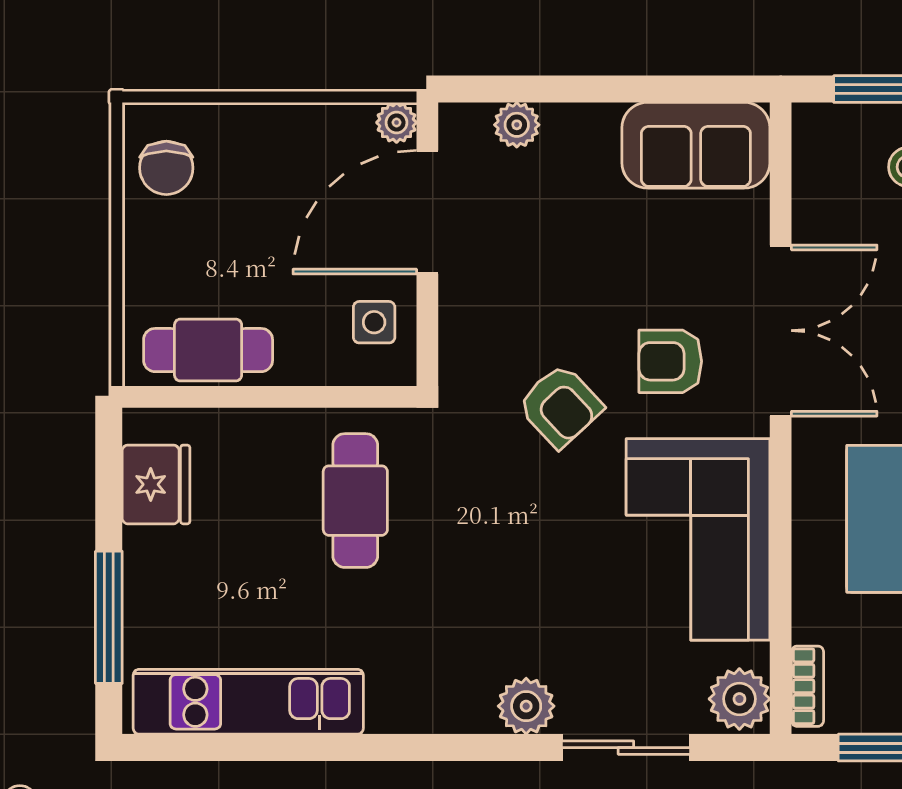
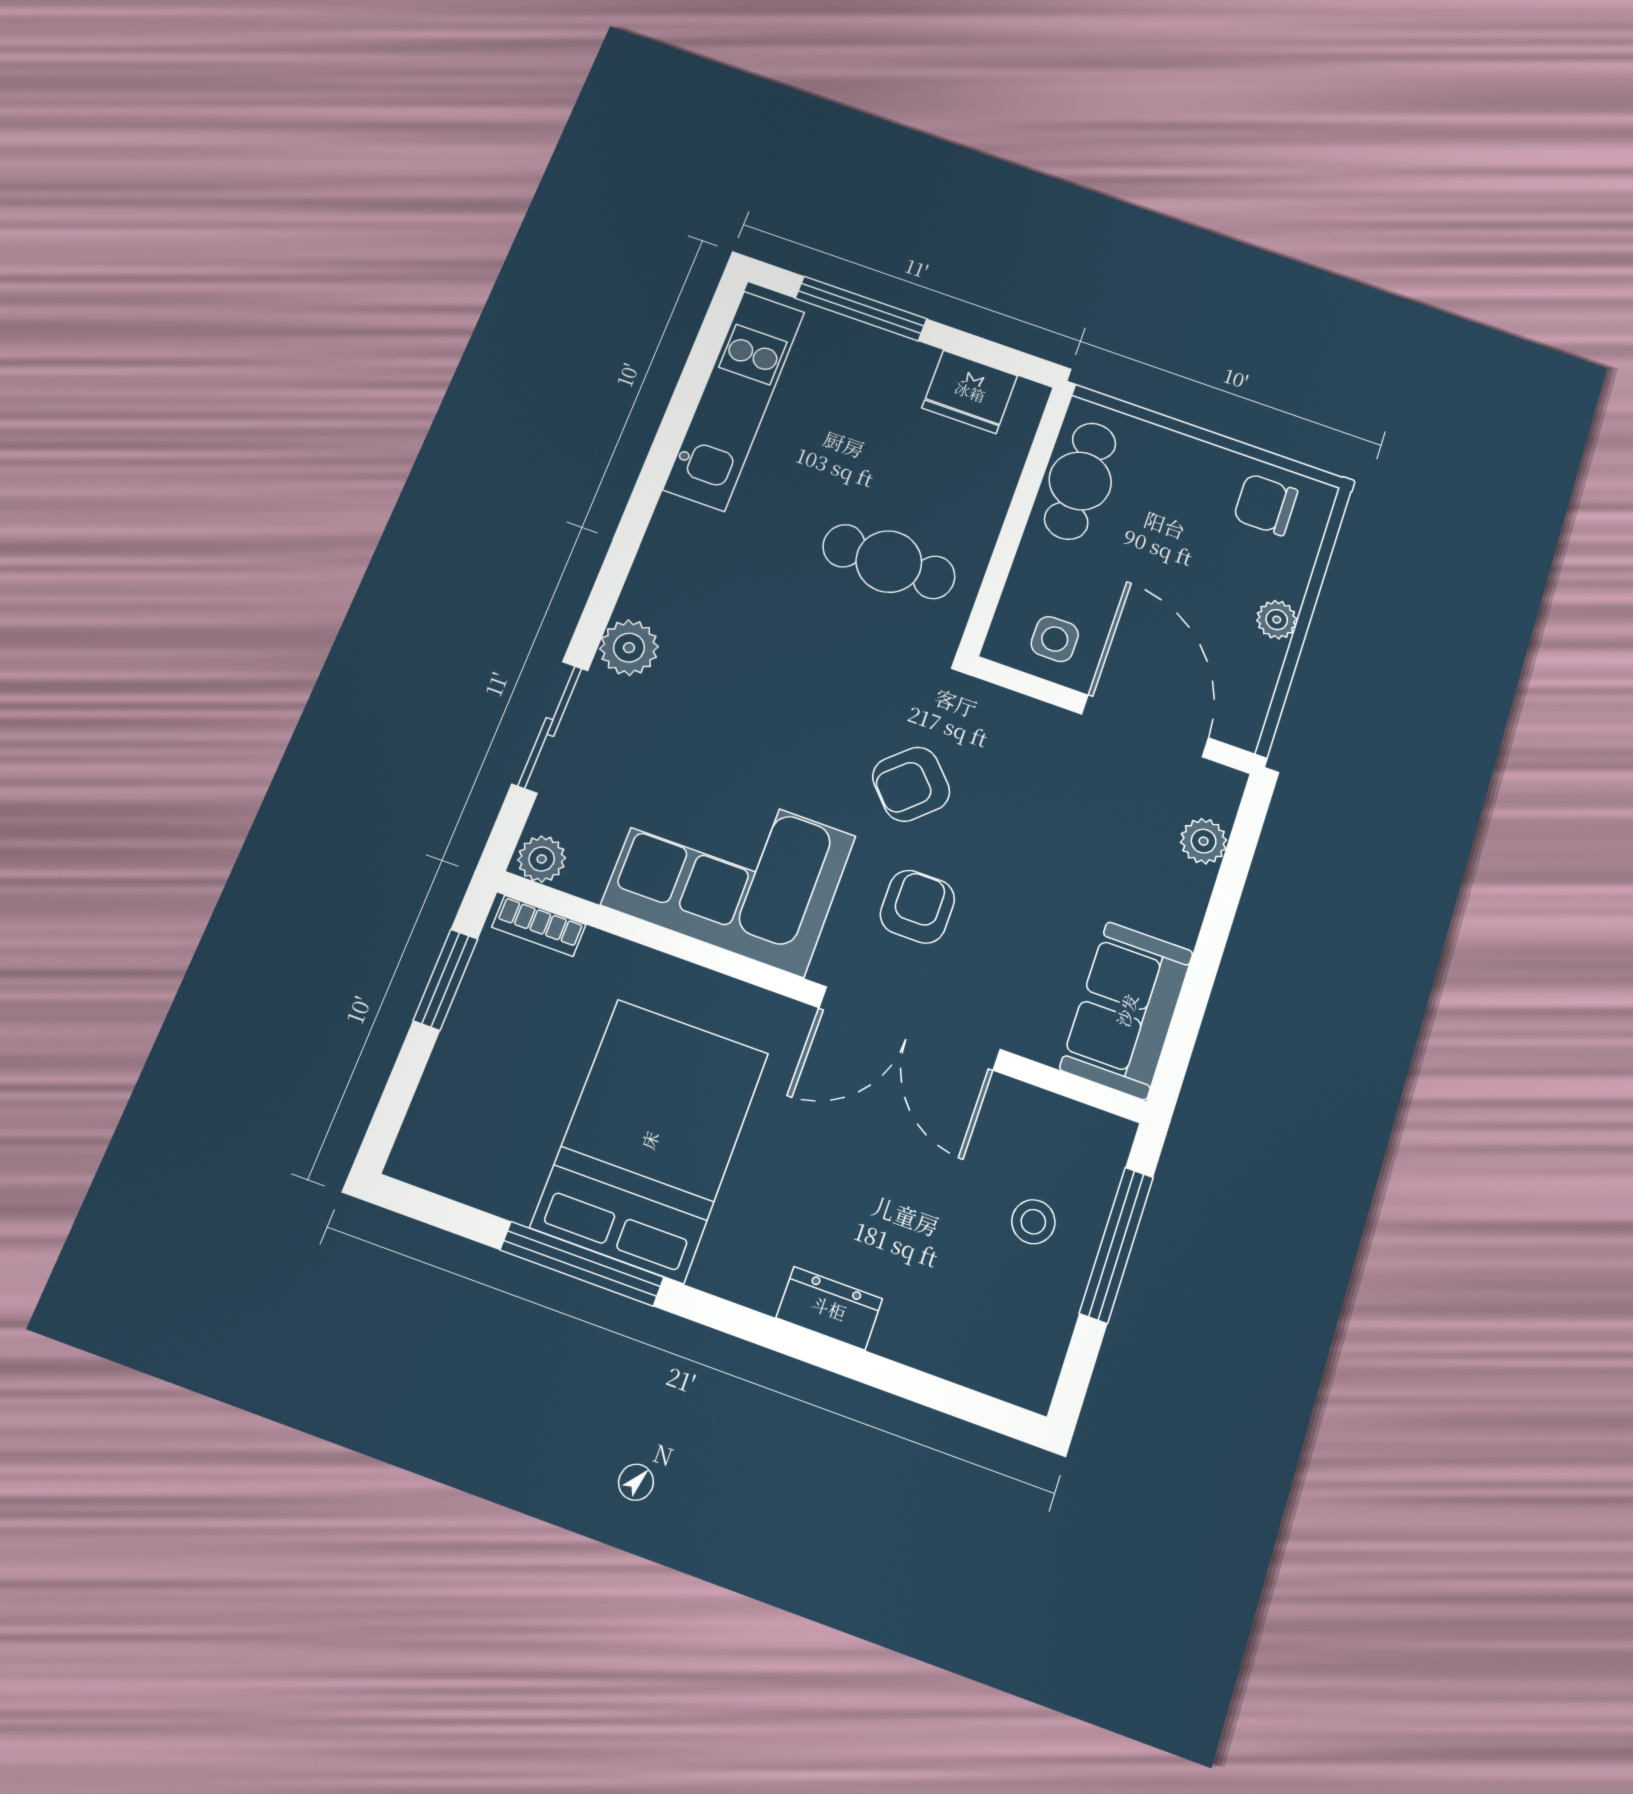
plant: (397, 123) -> (1277, 620), moved
plant: (739, 699) -> (542, 859), width x0.73, depth x0.73

